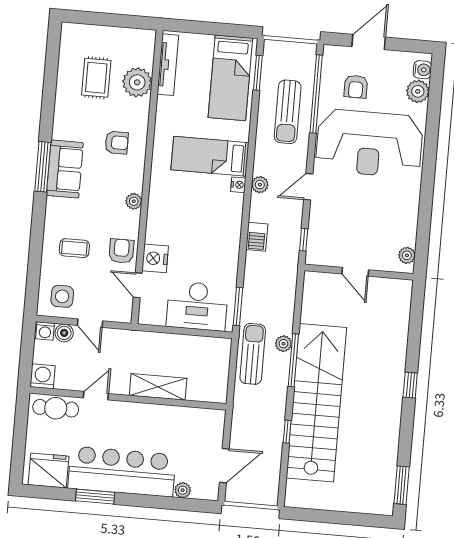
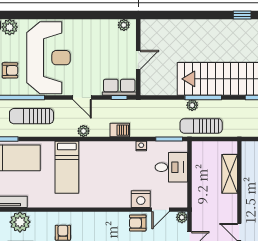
sun lounger: (288, 112) -> (31, 116), turned 180
nightstand: (238, 185) -> (141, 146), moved
plant: (134, 201) -> (182, 217), moved
row of seats: (318, 241) -> (119, 87), added
desk: (197, 306) -> (171, 167), width x0.73
window: (410, 385) -> (242, 15), moved
shelving: (158, 387) -> (230, 174), moved

